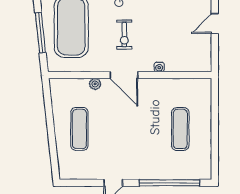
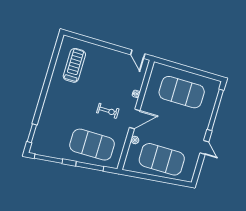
door: (215, 24) -> (138, 54), moved
exercise mat: (79, 129) -> (162, 159), width x2.00, depth x1.45
exercise mat: (180, 129) -> (182, 92), width x2.00, depth x1.45

